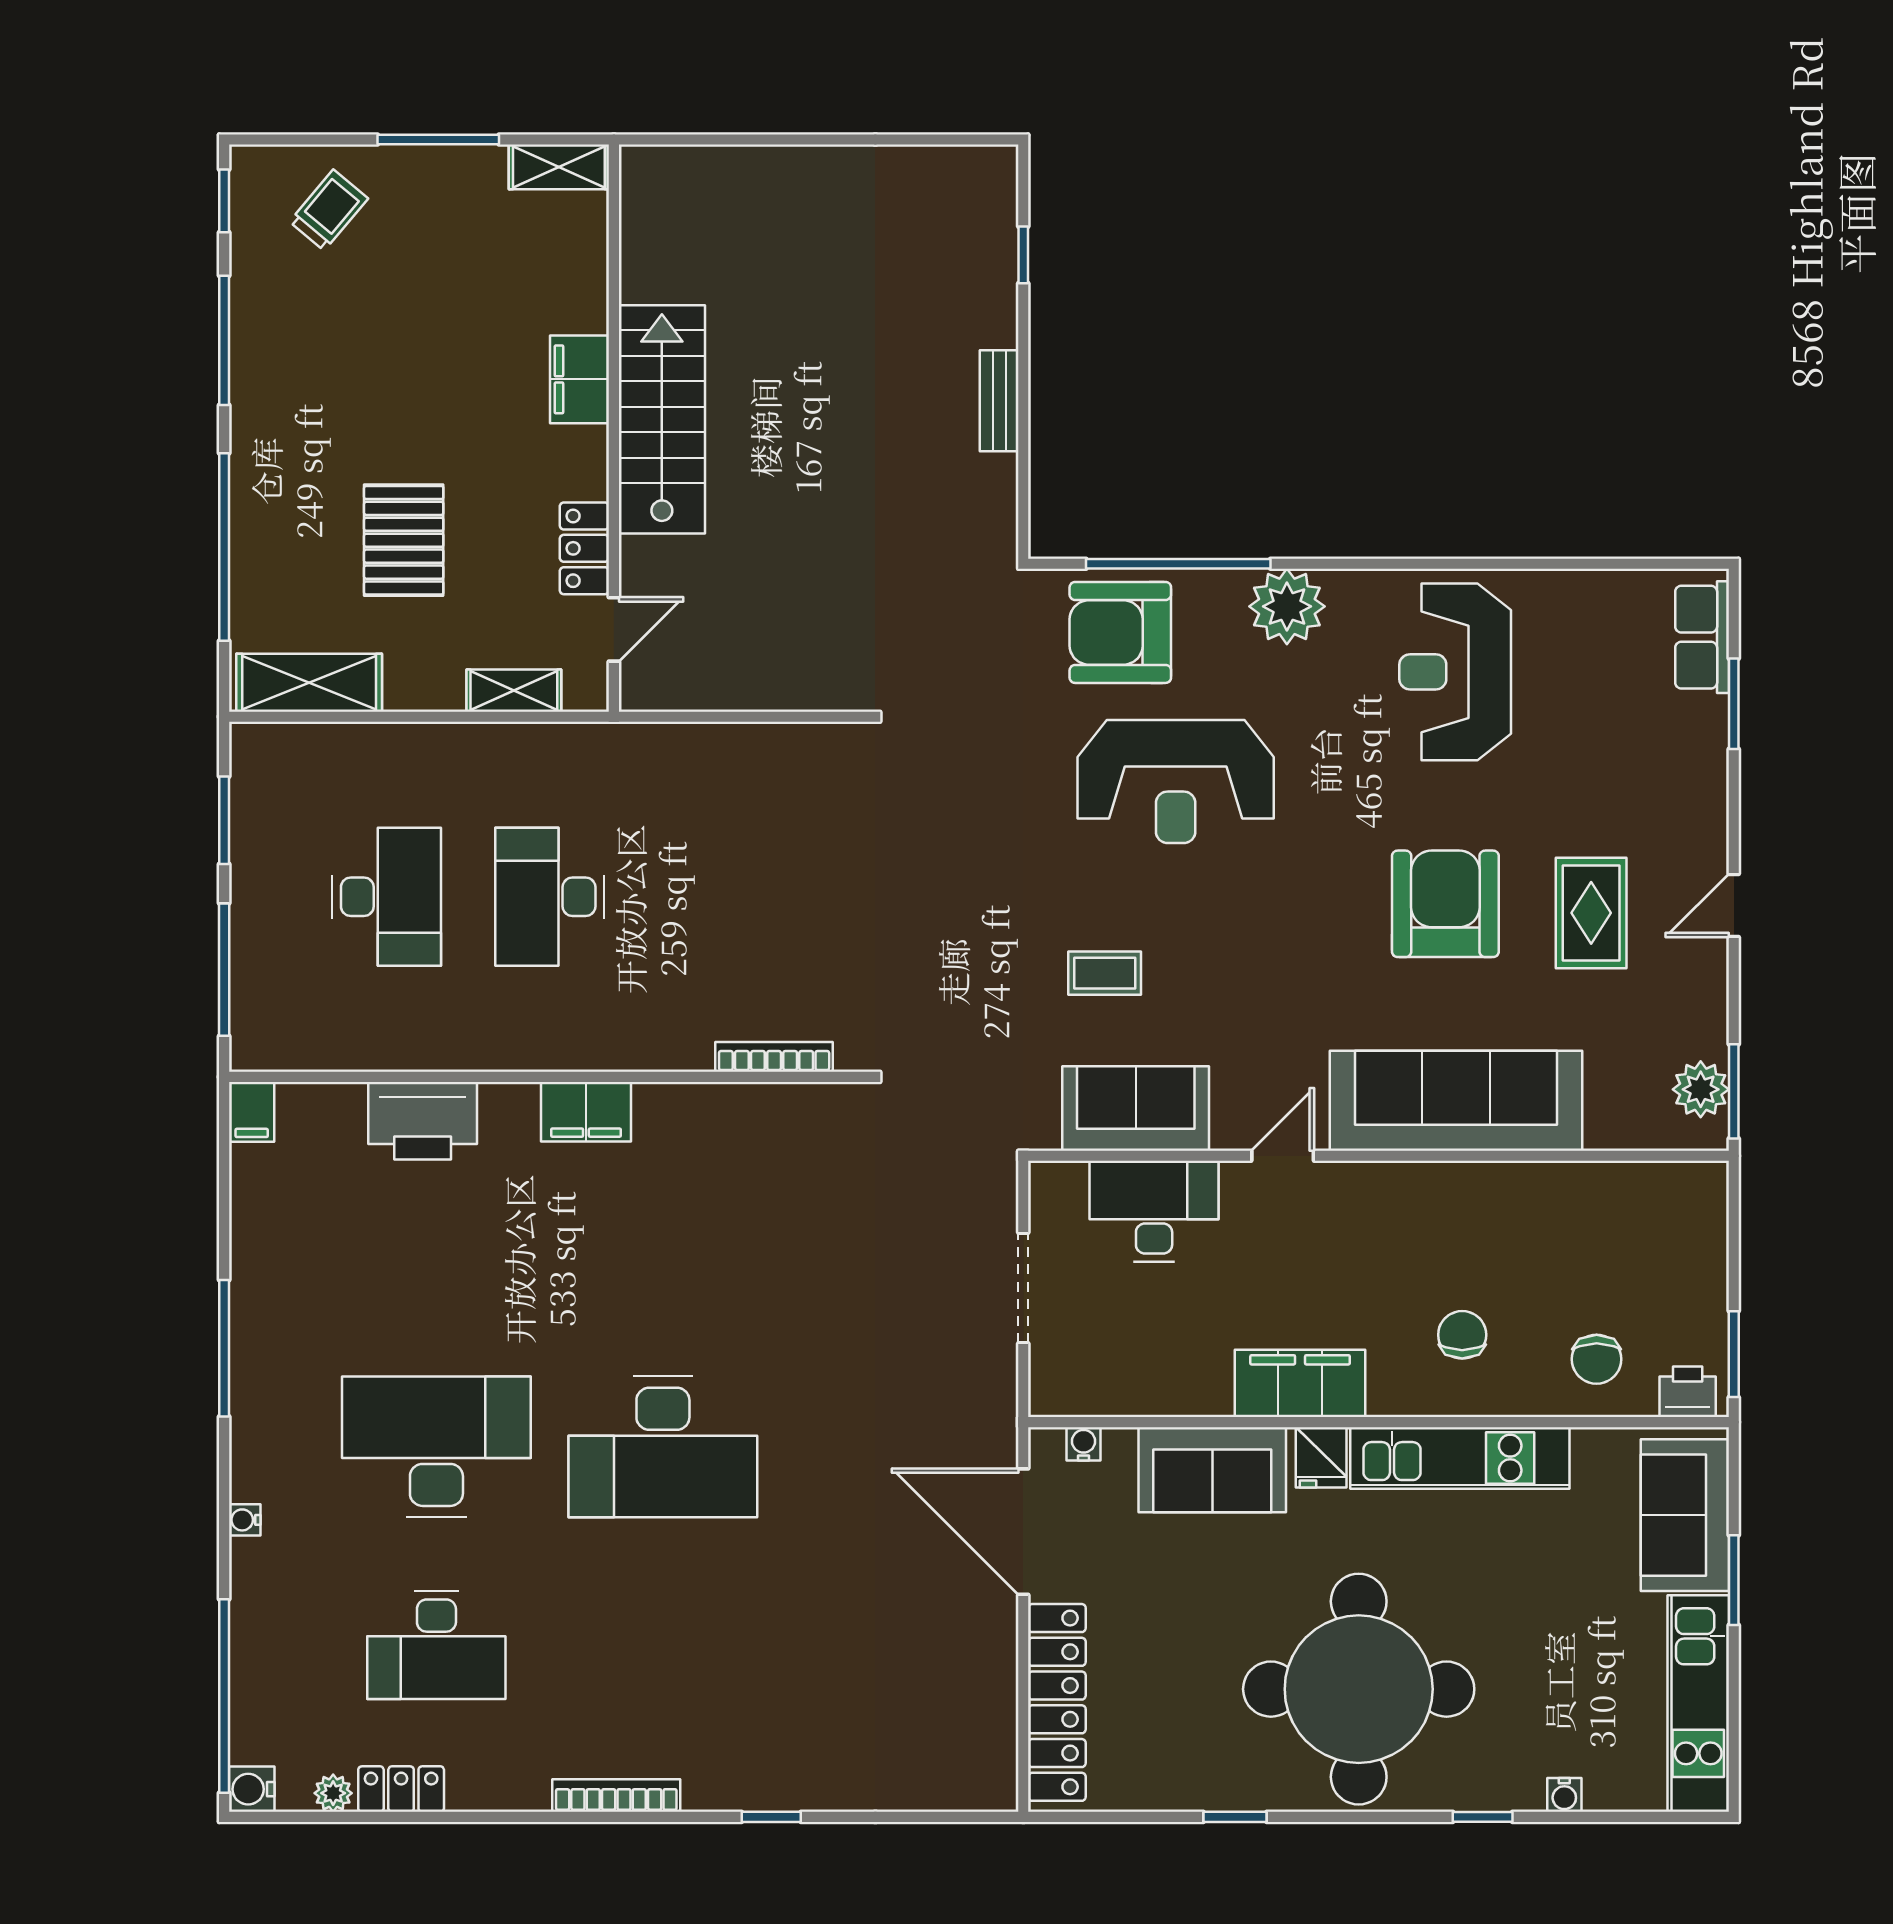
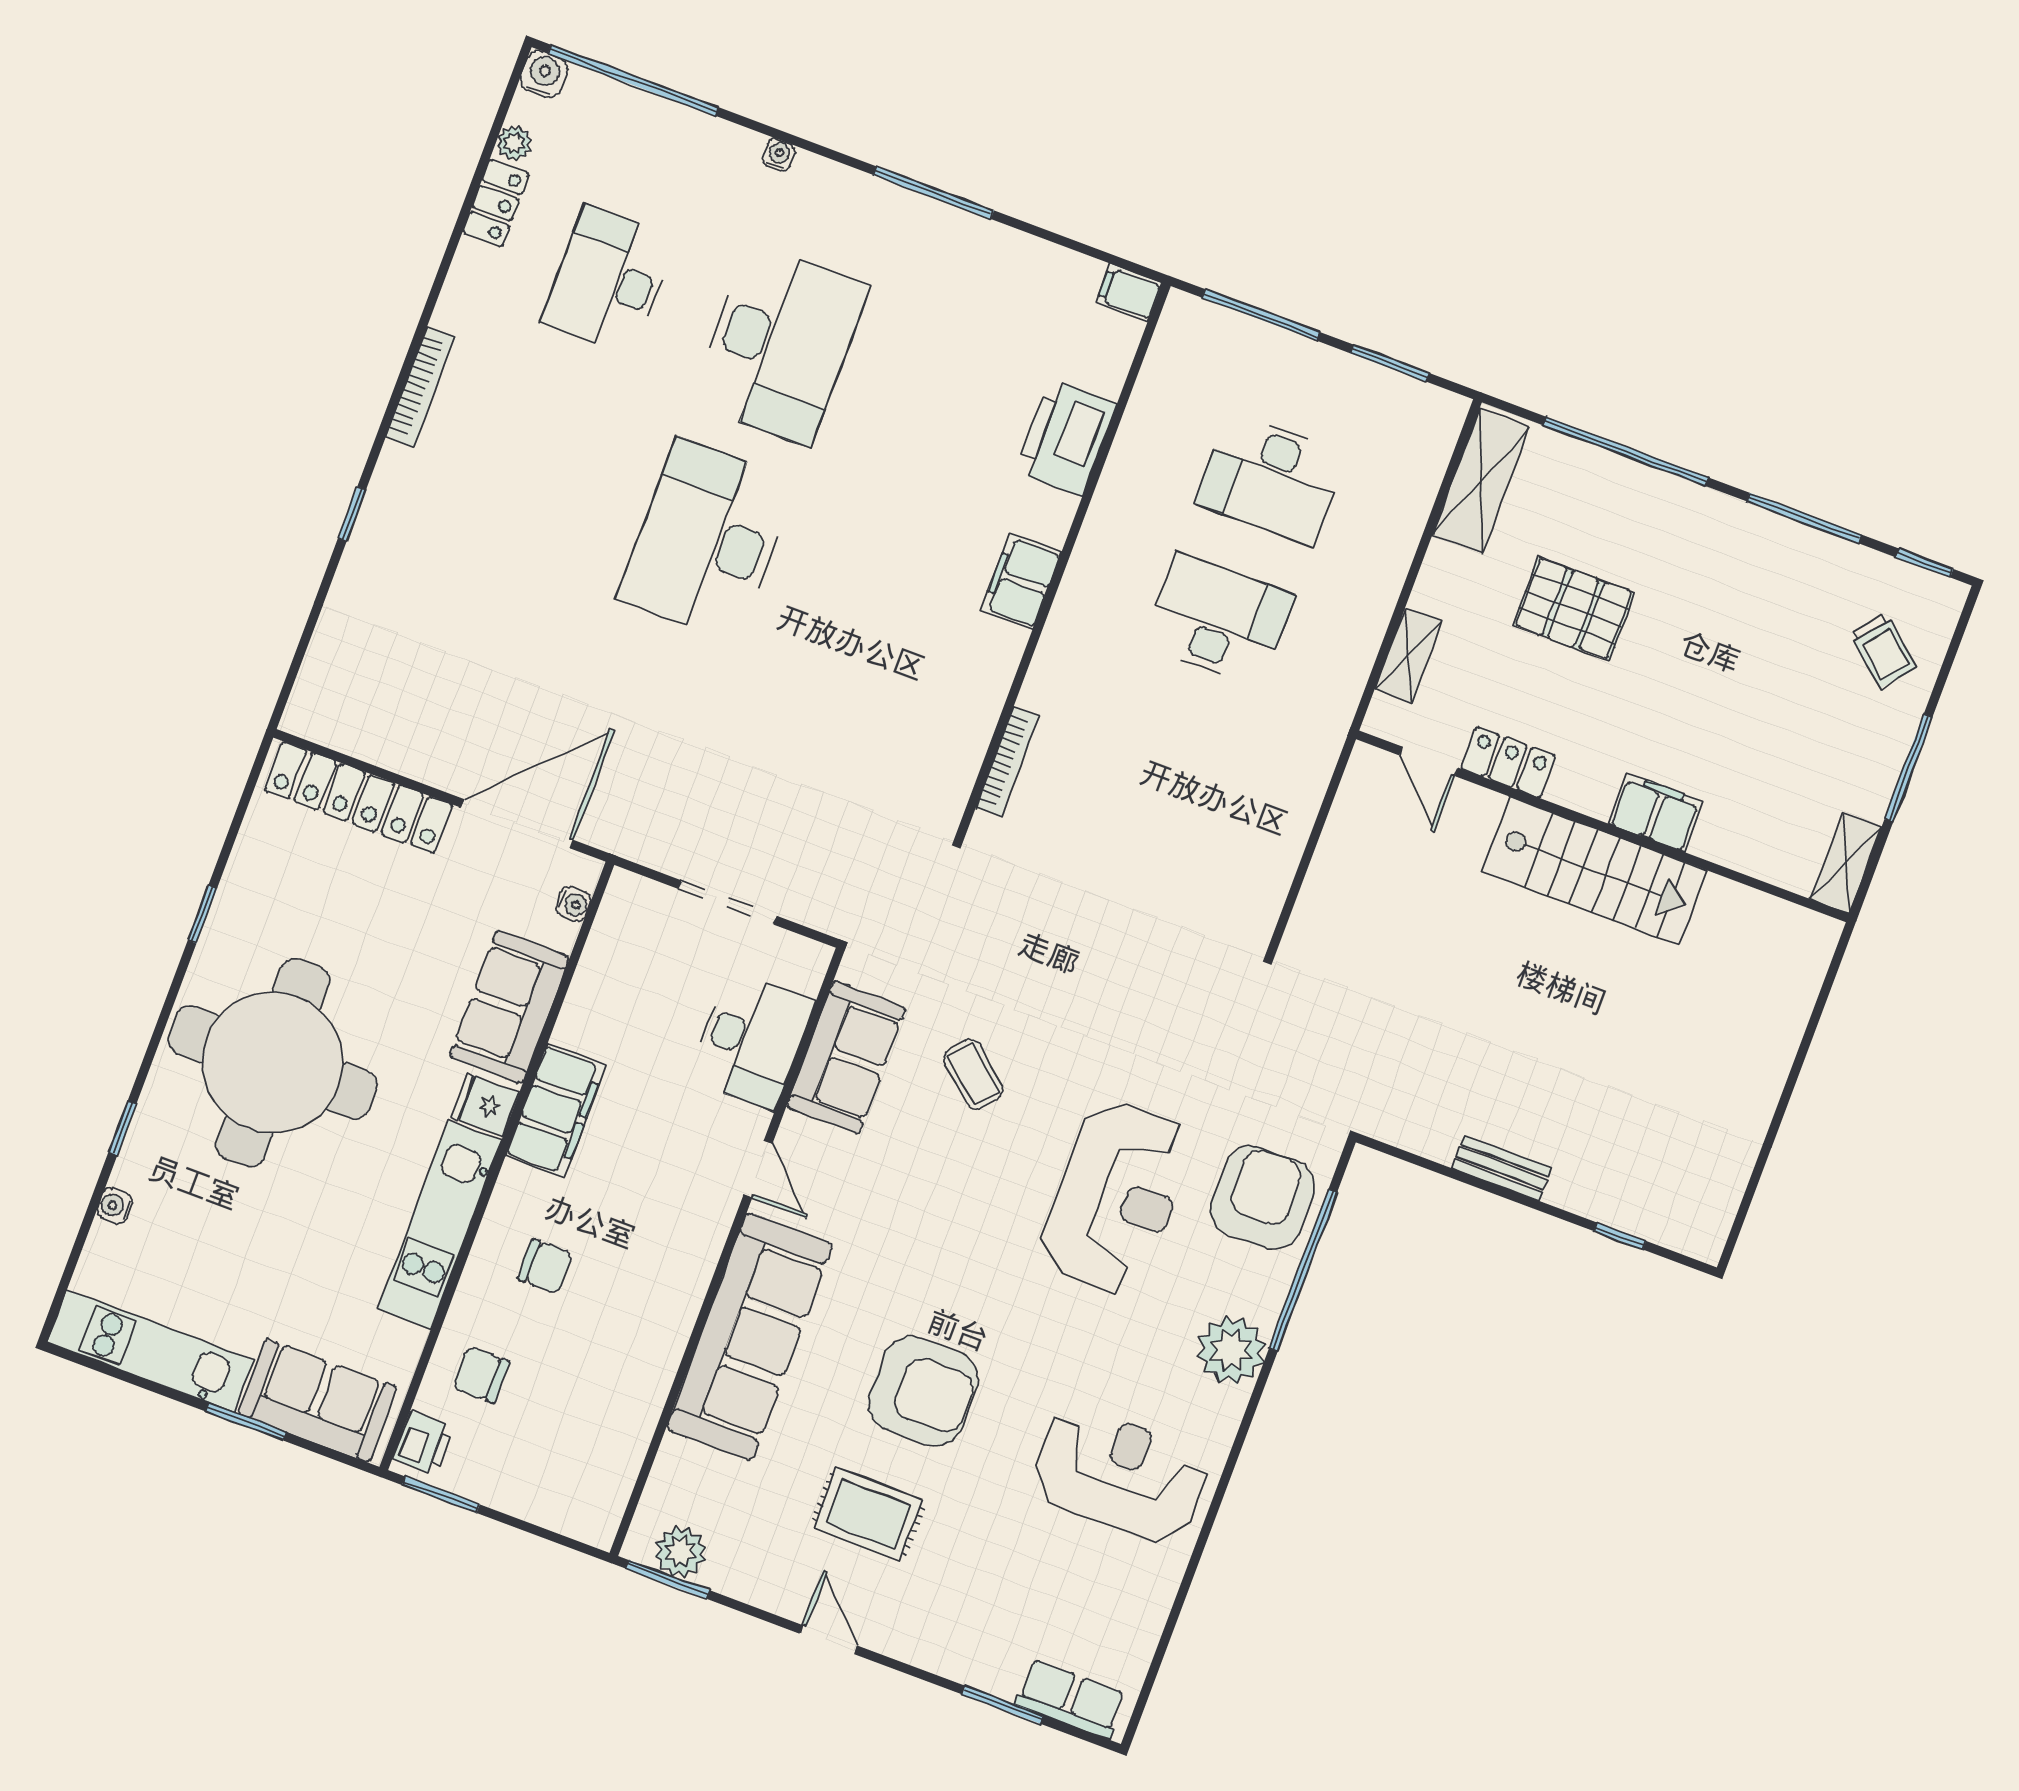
reception desk: (1176, 782) -> (1116, 1198), turned 180
coffee table: (1105, 973) -> (973, 1074), turned -49

